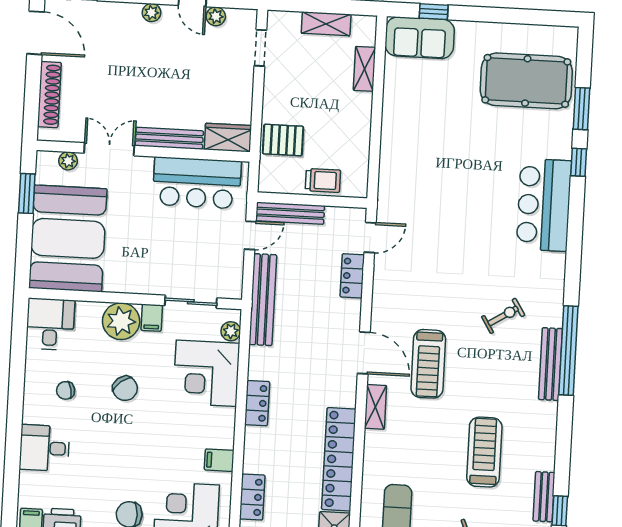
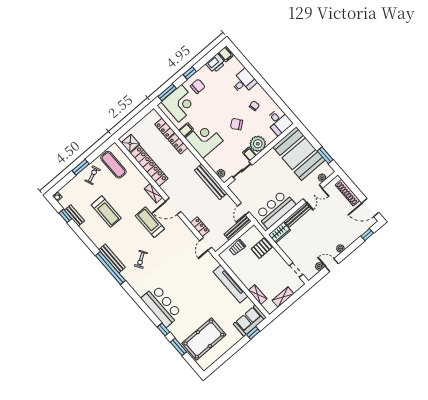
tv unit: (393, 130) -> (230, 284), added
bench: (263, 300) -> (211, 182), moved
corner desk: (206, 373) -> (204, 139), moved
locker: (257, 403) -> (178, 144), moved

